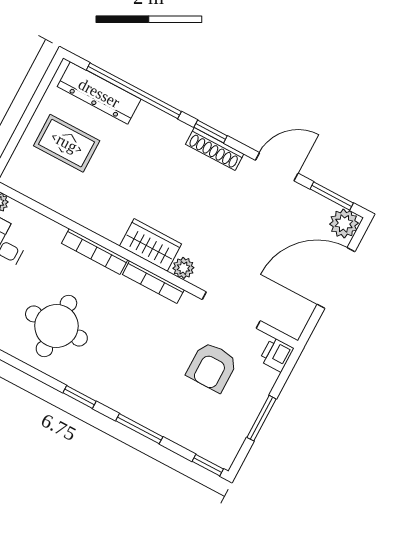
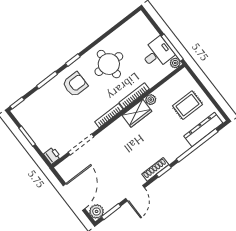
wardrobe: (151, 245) -> (137, 113), moved
plant: (183, 268) -> (151, 100), moved
armchair: (212, 367) -> (75, 84), moved, turned 90

